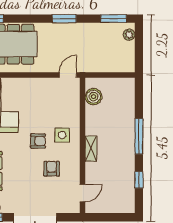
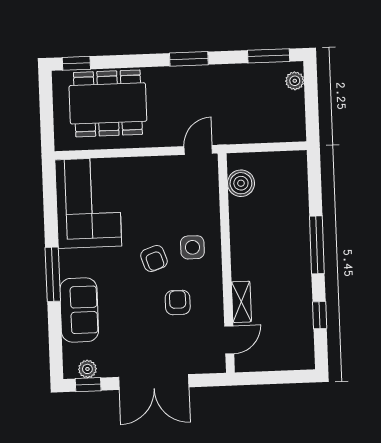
armchair: (38, 141) -> (154, 259), turned 71
shelving: (91, 149) -> (241, 302), moved

